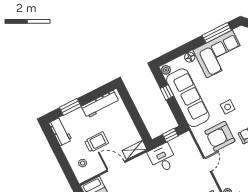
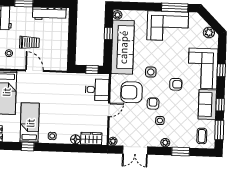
floor lamp: (190, 57) -> (142, 15), removed
shelving: (134, 150) -> (57, 66), removed
desk: (162, 158) -> (97, 90), moved, turned 90

